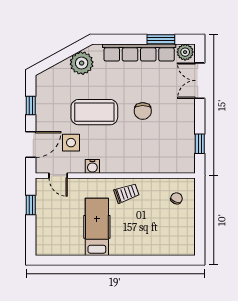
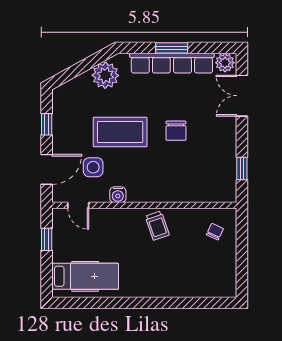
window: (161, 39) -> (172, 48), moved
trolley: (126, 193) -> (157, 226), turned 90
hospital bed: (97, 227) -> (85, 276), moved, turned 90

